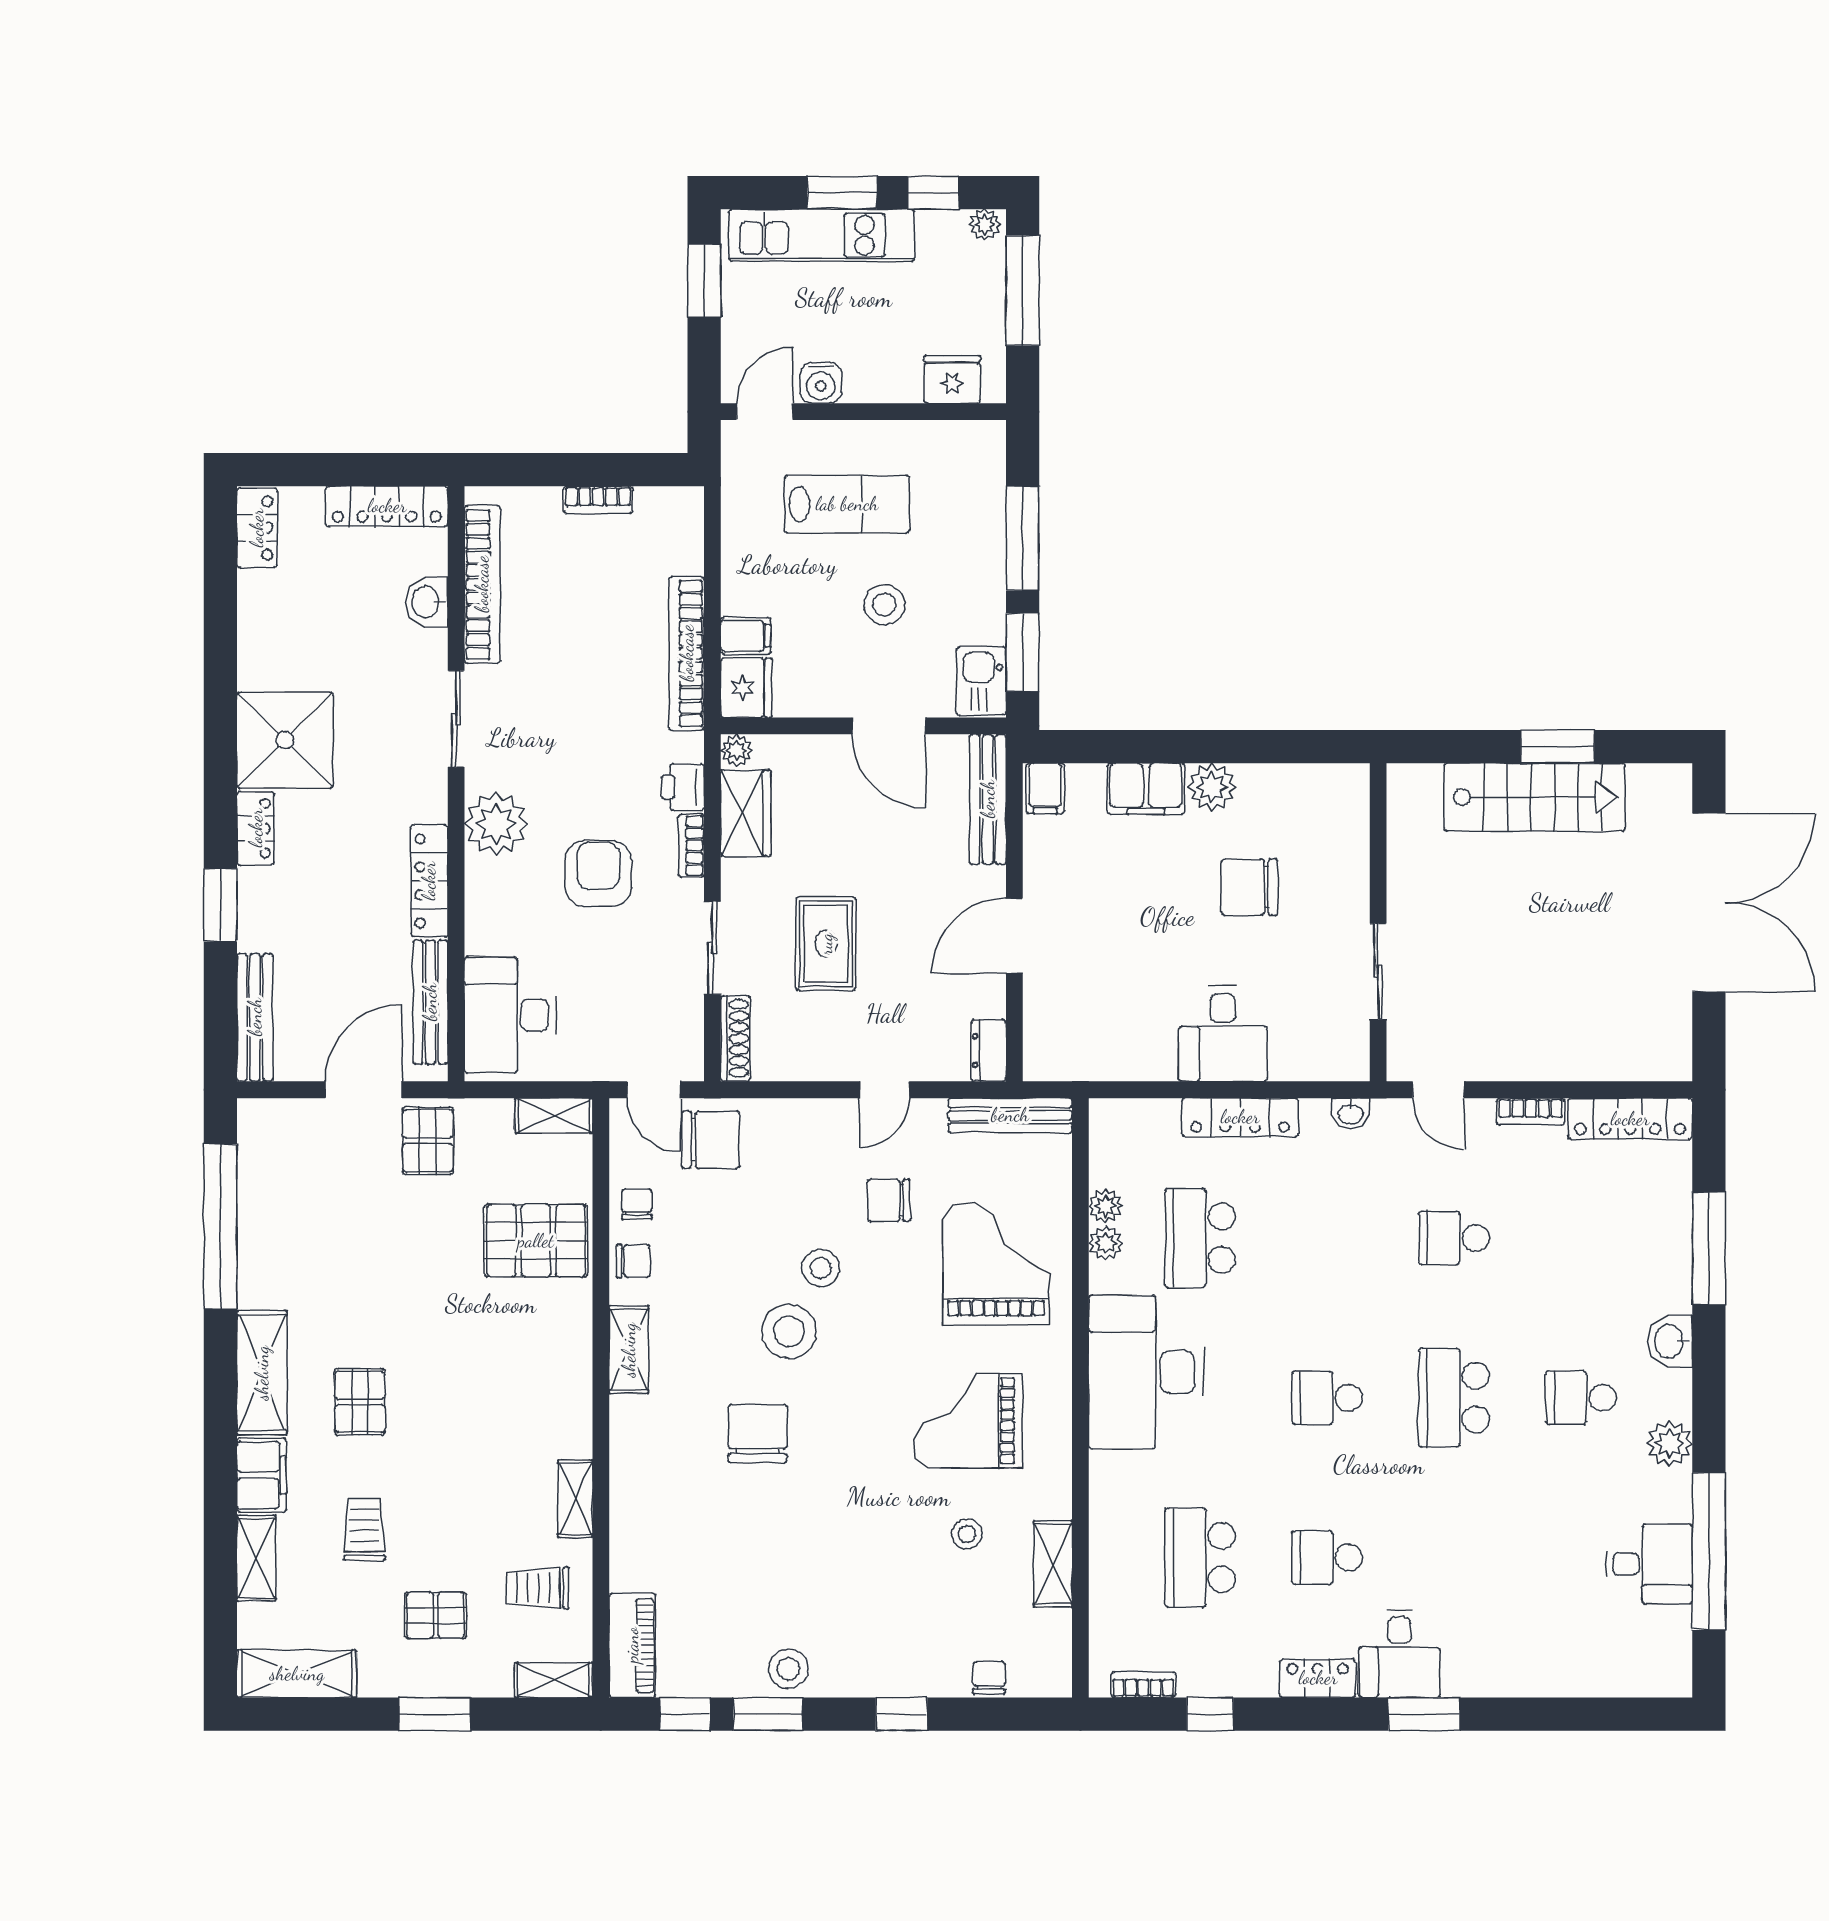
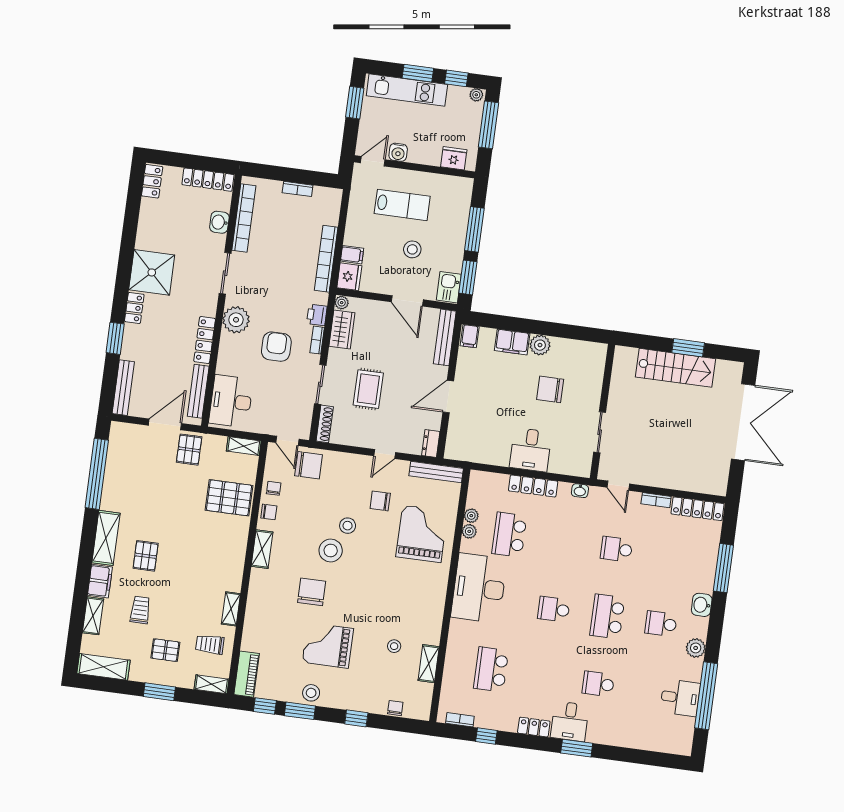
grand piano: (968, 1420) -> (328, 645), moved
school desk: (1327, 1558) -> (598, 684), moved

